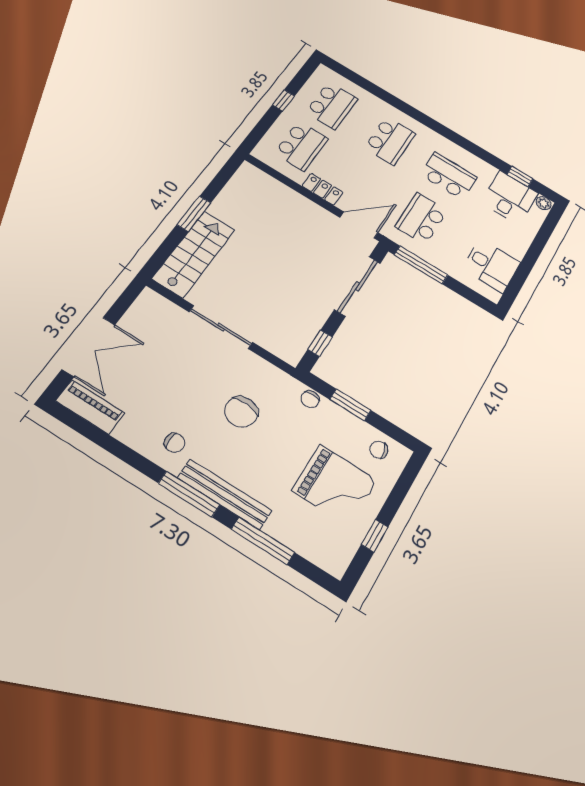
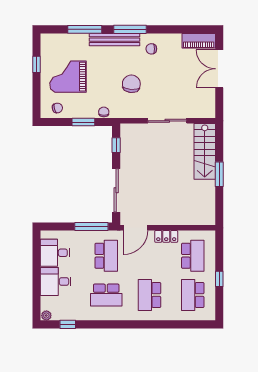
school desk: (301, 146) -> (193, 256), turned 180
desk: (510, 198) -> (56, 282), moved, turned 90

